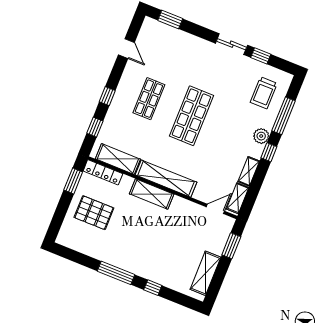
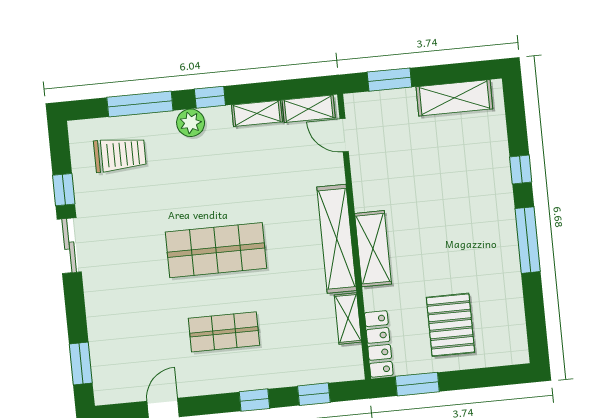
shelving: (118, 159) -> (348, 318), width x0.67, depth x0.75

